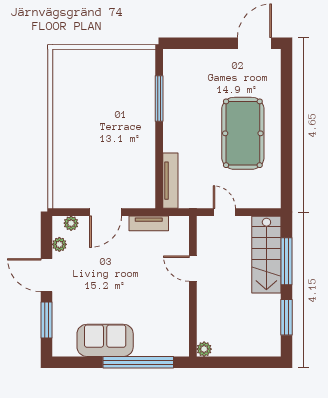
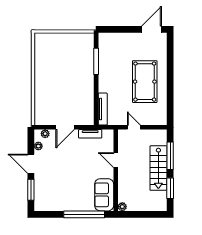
stairs: (266, 255) -> (158, 168), moved
sofa: (105, 340) -> (104, 195), moved, turned -90

